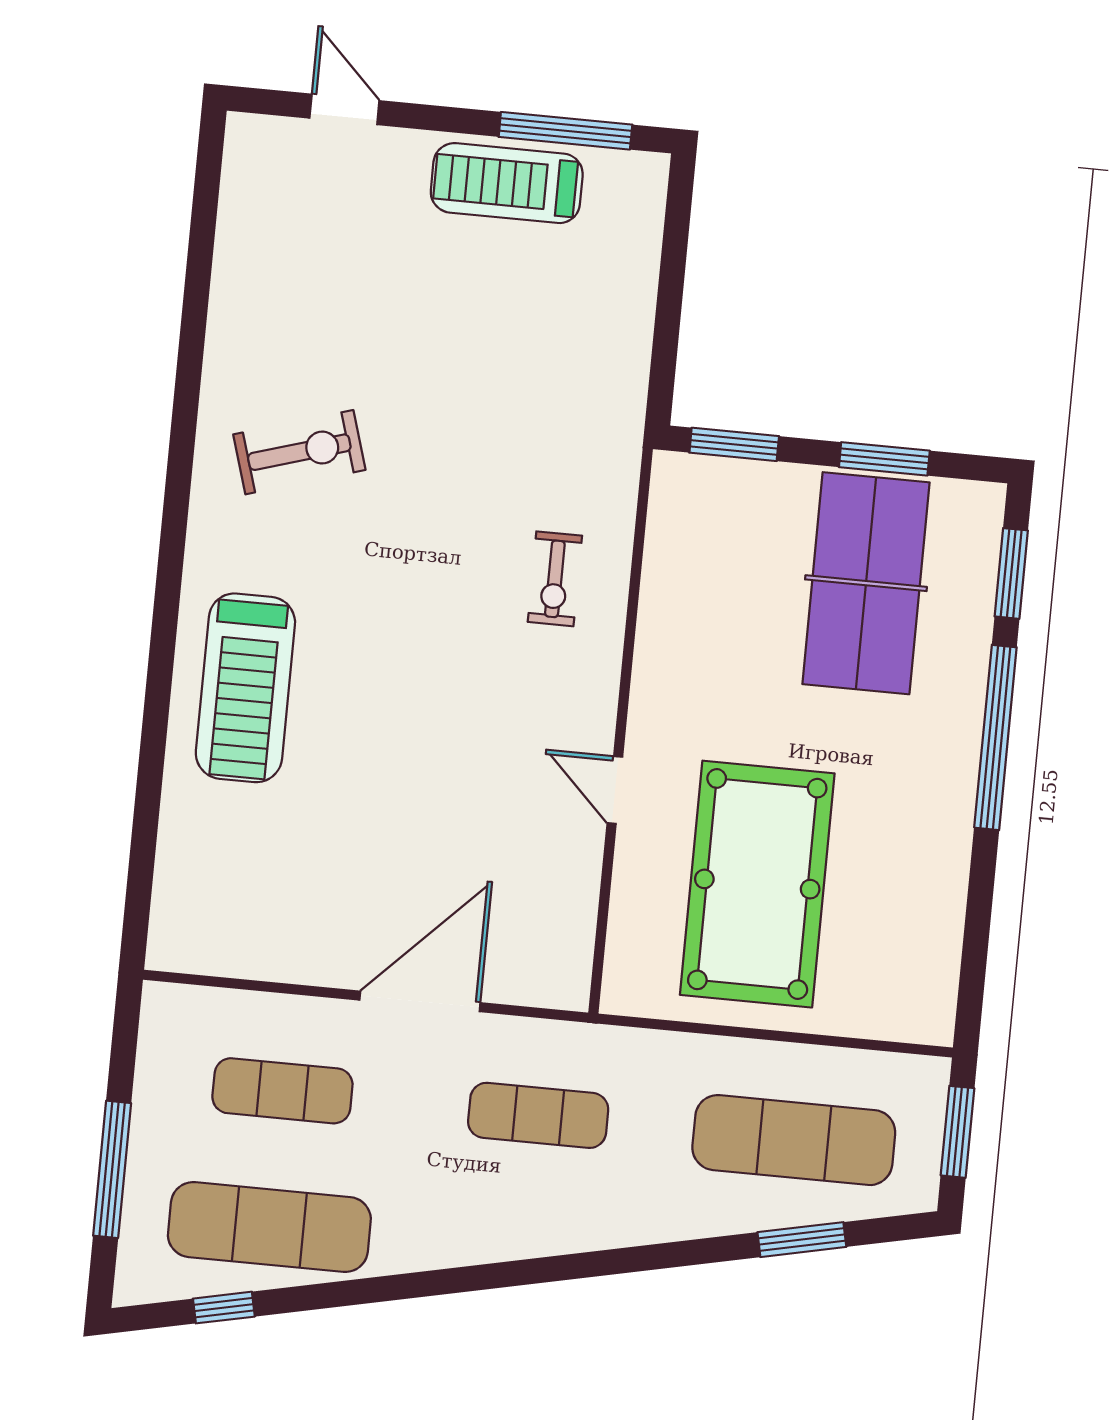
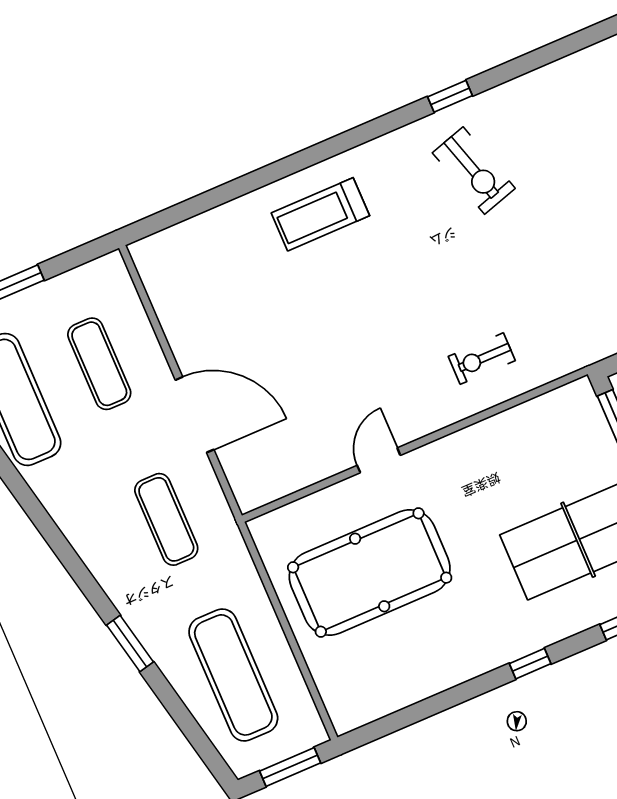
window: (183, 430) -> (450, 96), added
treadmill: (245, 688) -> (320, 214), width x0.73, depth x0.73
window: (995, 737) -> (530, 664), width x0.32
window: (802, 1240) -> (130, 644), moved

